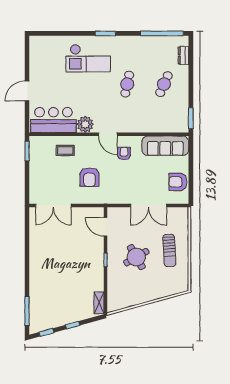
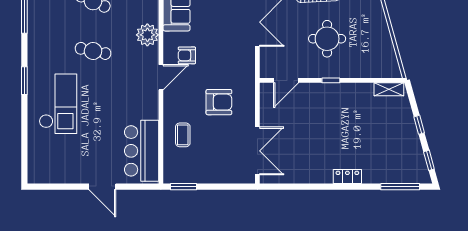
plant: (85, 124) -> (147, 35), moved
round table: (136, 257) -> (327, 39), turned 30
locker: (35, 272) -> (347, 176), added

